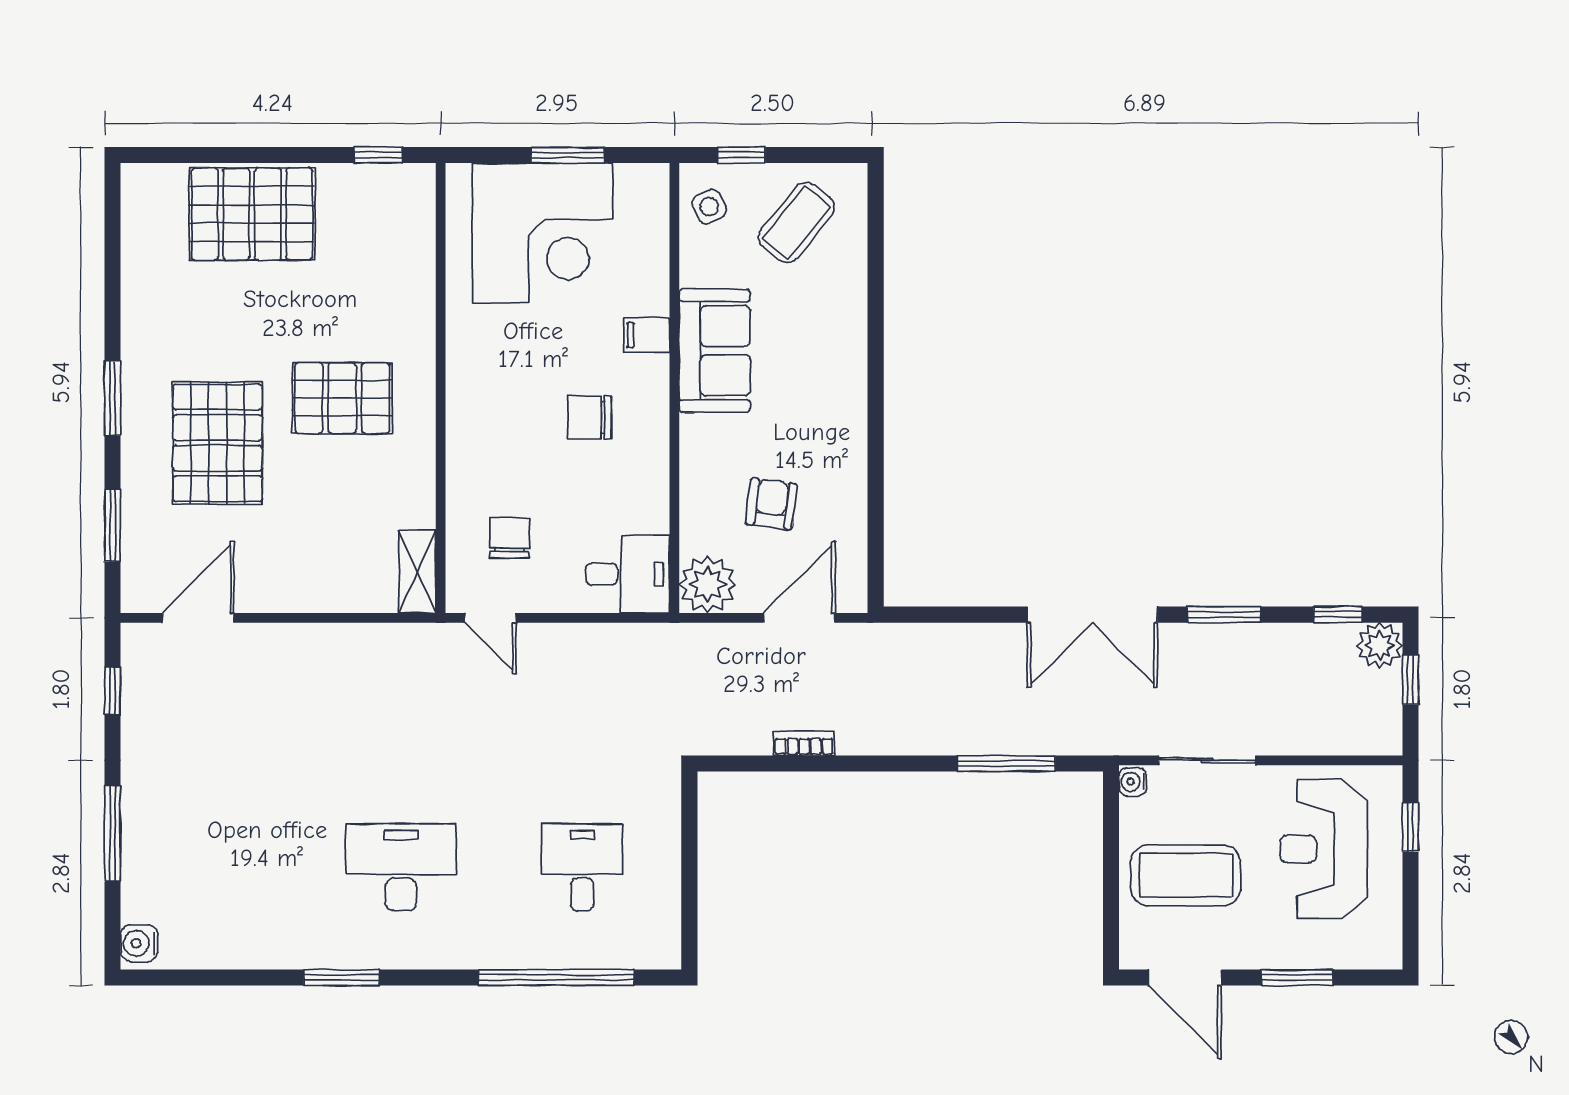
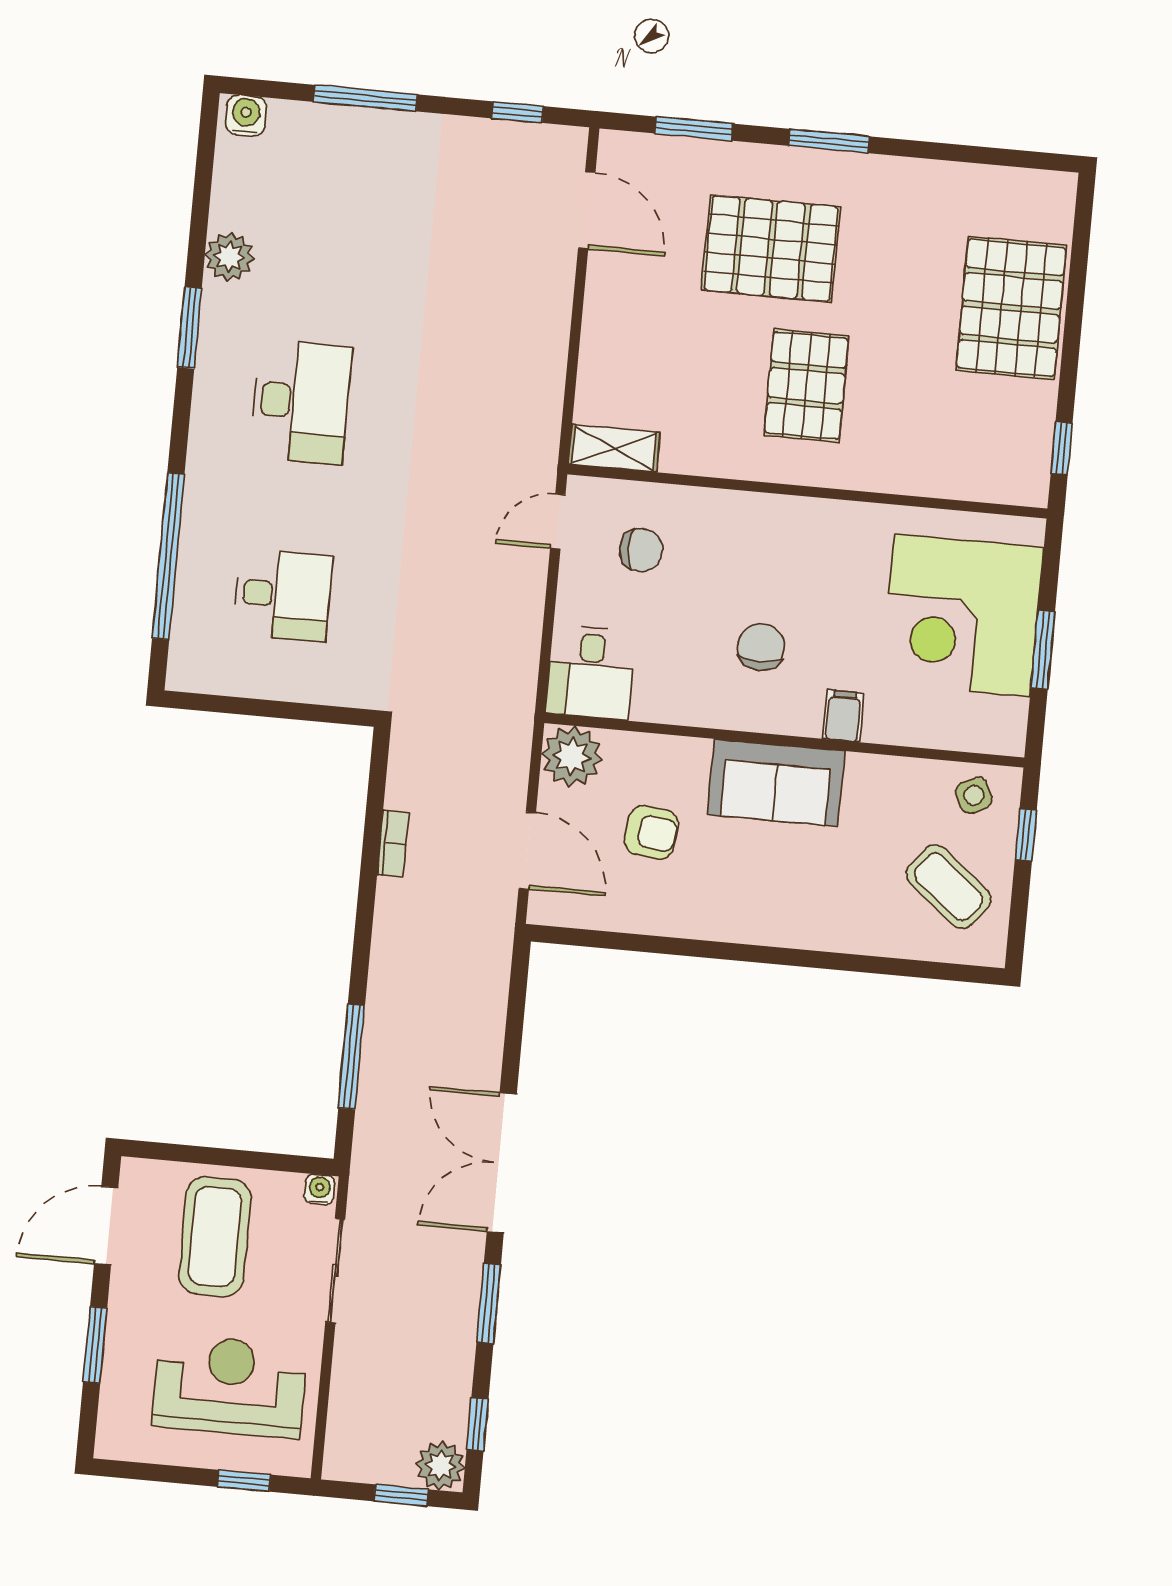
sofa: (715, 351) -> (776, 783), moved
plant: (272, 947) -> (229, 257), added

